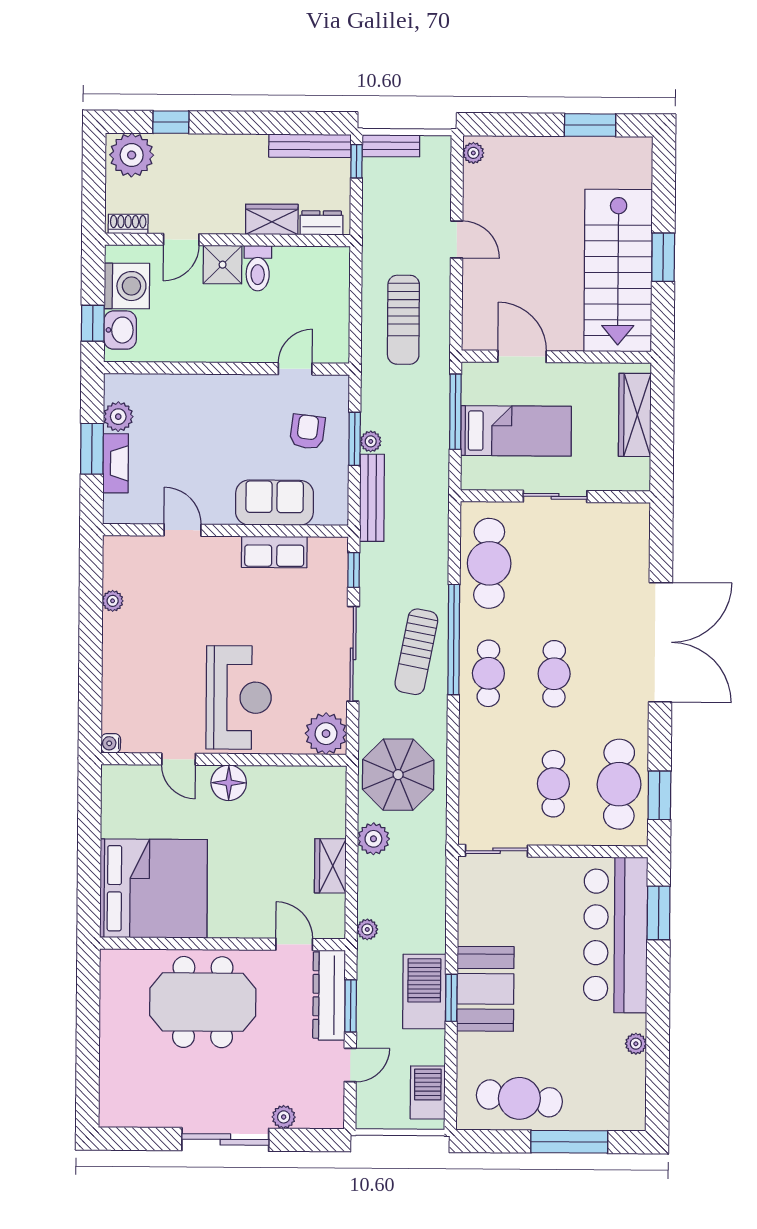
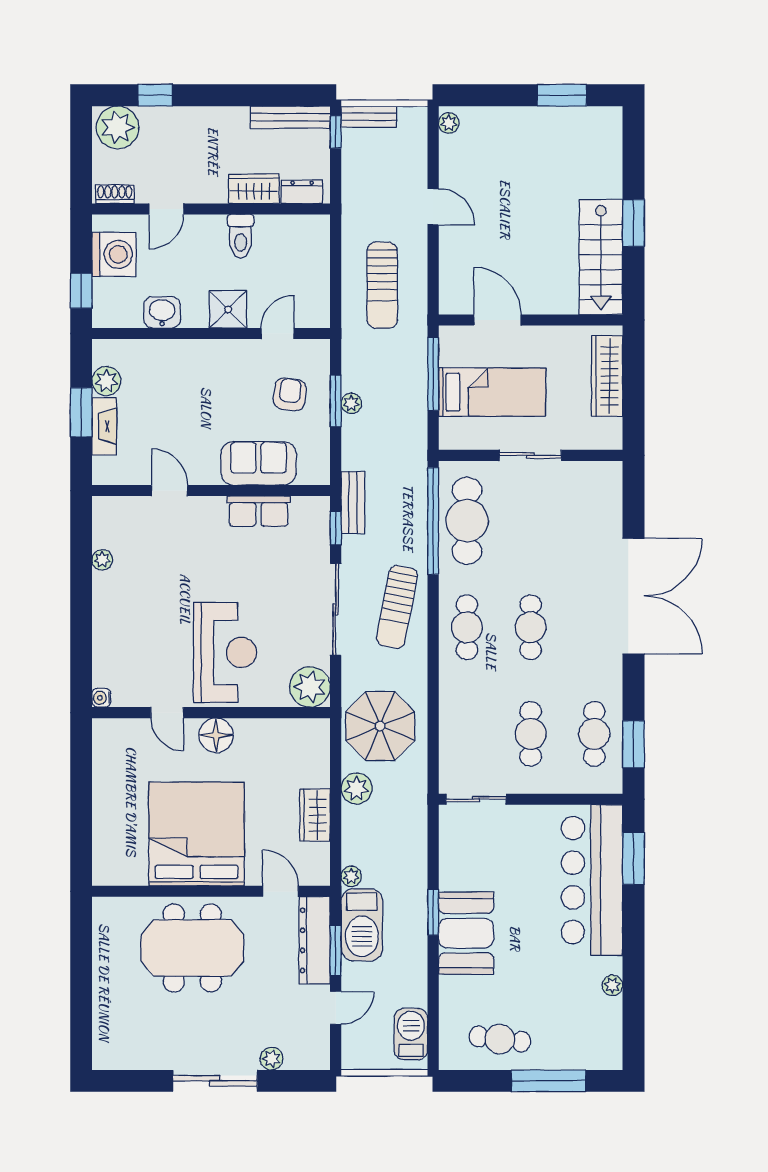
shower: (223, 265) -> (228, 309), moved
stairs: (618, 270) -> (601, 257), width x0.73, depth x0.66
washbasin: (120, 330) -> (162, 312), moved, turned -90
bench: (372, 498) -> (353, 502), moved, width x0.73
window: (454, 640) -> (433, 521), moved
cafe table: (619, 784) -> (594, 734), width x0.73, depth x0.74
bed: (154, 888) -> (197, 834), moved, turned -90
barbecue: (424, 992) -> (362, 925), moved, turned 180
window: (451, 998) -> (433, 912), moved
cafe table: (519, 1098) -> (500, 1039), width x0.73, depth x0.74

